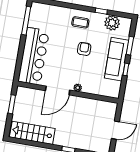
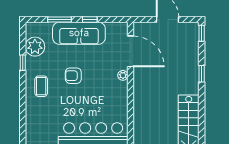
door: (58, 90) -> (131, 51), moved

